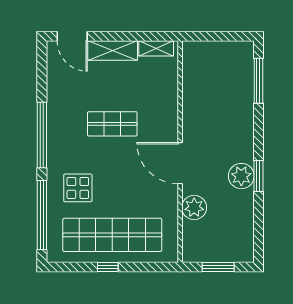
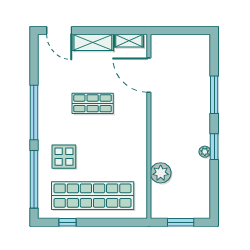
window: (258, 81) -> (214, 95), moved
door: (180, 163) -> (149, 75), moved
plant: (241, 176) -> (205, 152), width x0.53, depth x0.53
window: (108, 267) -> (68, 222), moved

